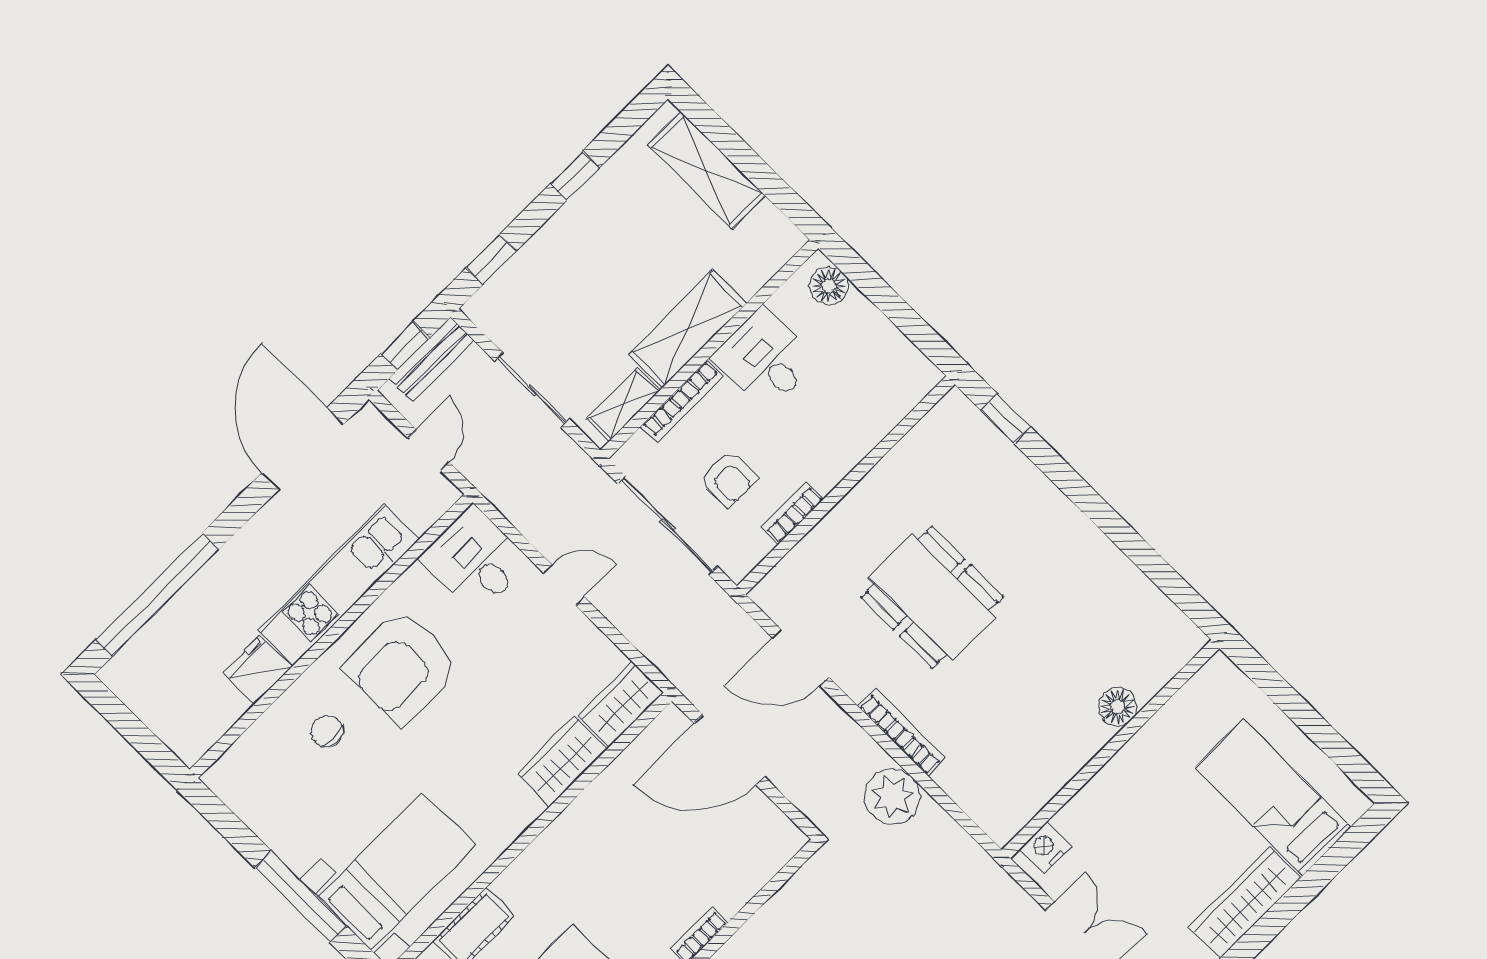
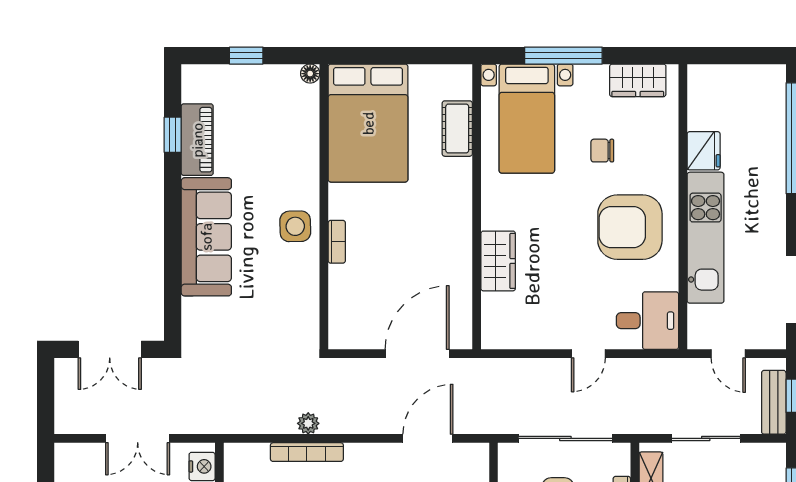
armchair: (402, 667) -> (630, 227), turned -90
wardrobe: (621, 704) -> (638, 80), moved, turned 90
chair: (327, 731) -> (602, 151), moved, turned 180
bookcase: (902, 732) -> (307, 452), moved
plant: (892, 796) -> (308, 423), width x0.53, depth x0.53

